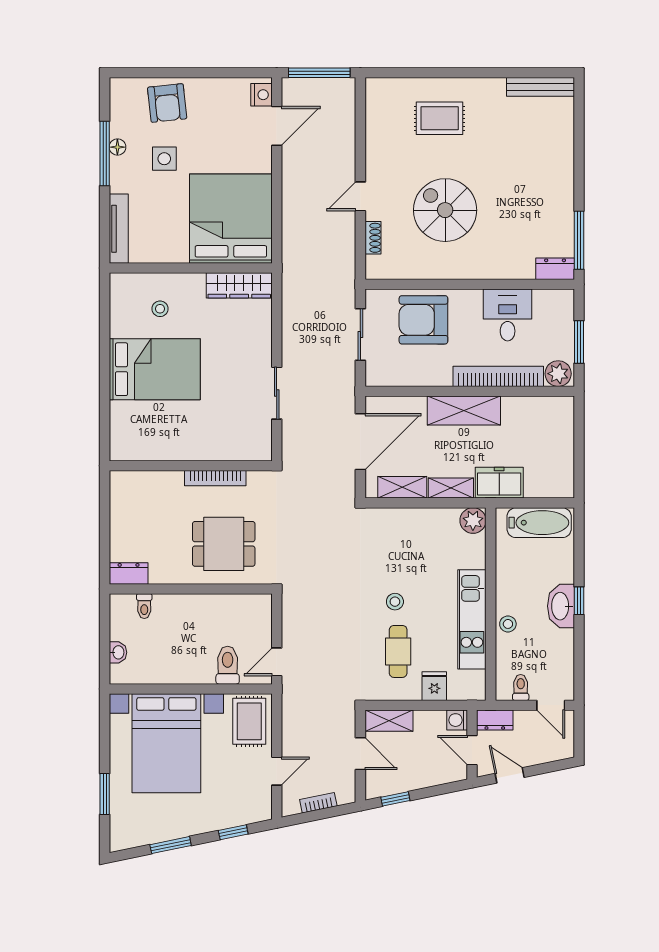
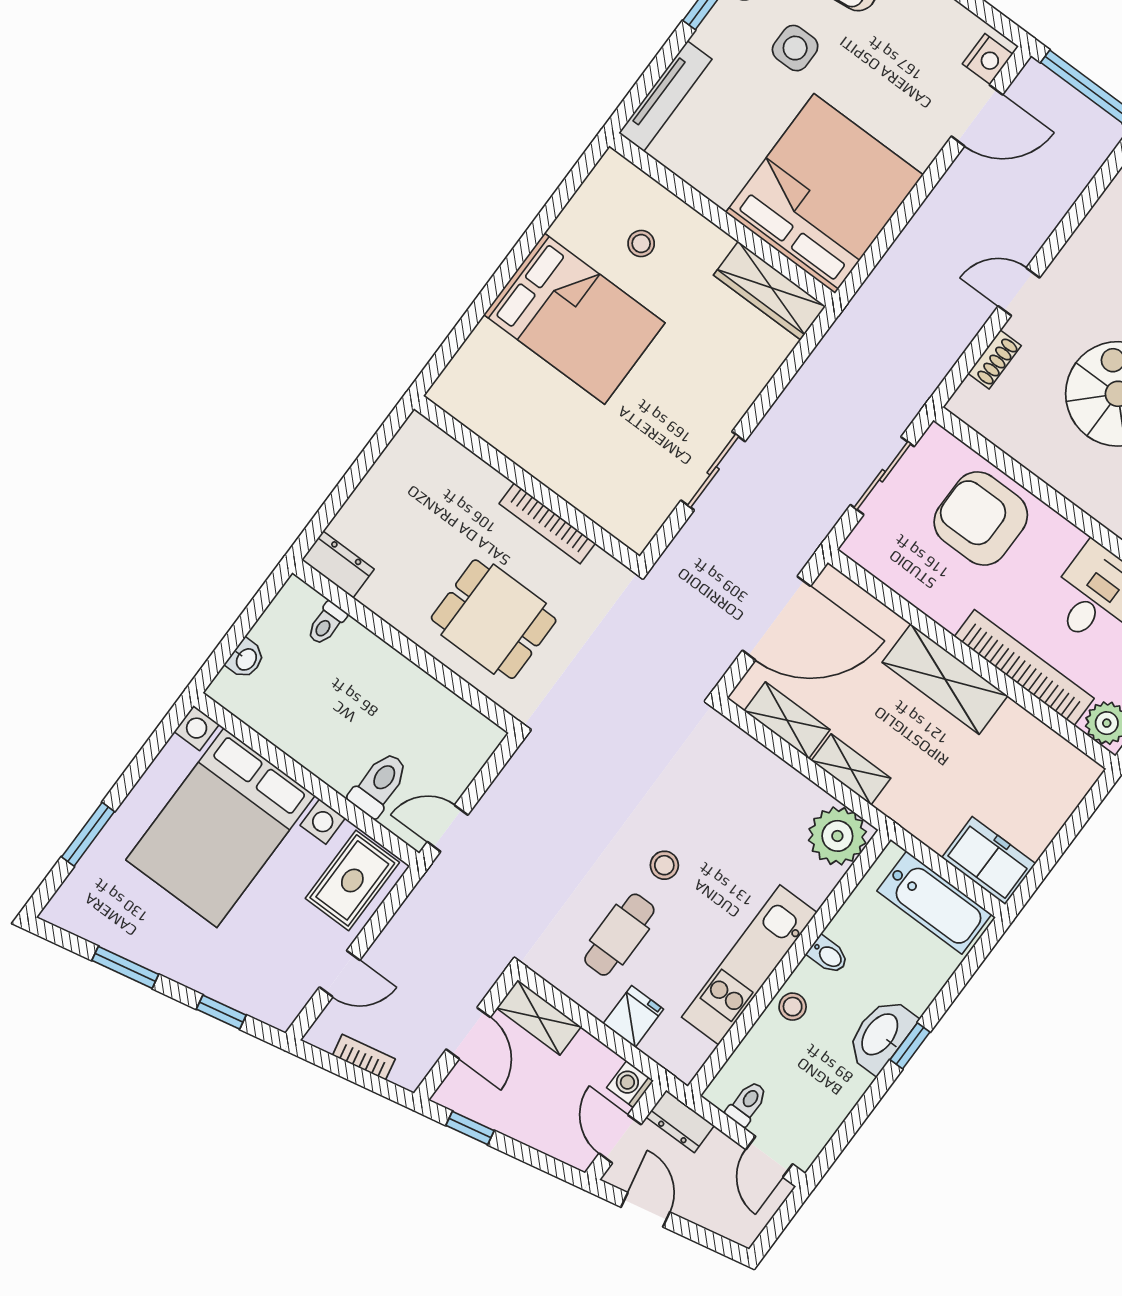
freezer: (499, 483) -> (989, 861), moved
plant: (473, 520) -> (837, 836), width x1.36, depth x1.36
bidet: (507, 586) -> (828, 955), added

